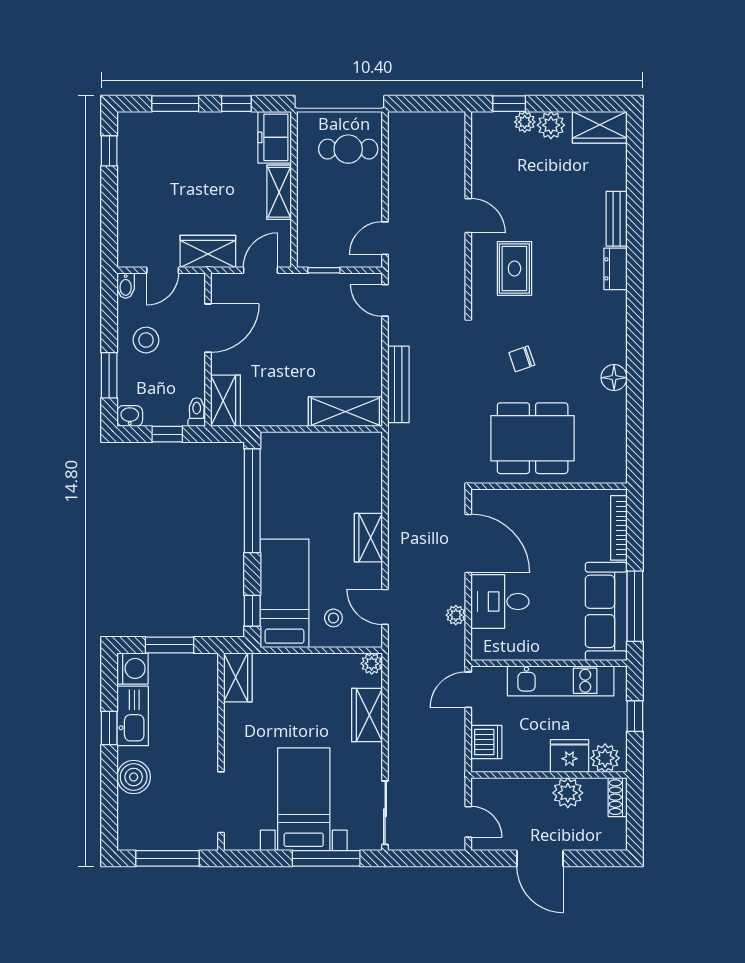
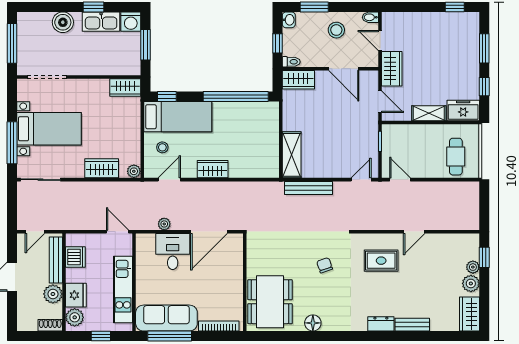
dining table: (533, 438) -> (270, 302), moved
dishwasher: (486, 742) -> (75, 257), moved, turned -90
bench: (513, 788) -> (56, 260), added

